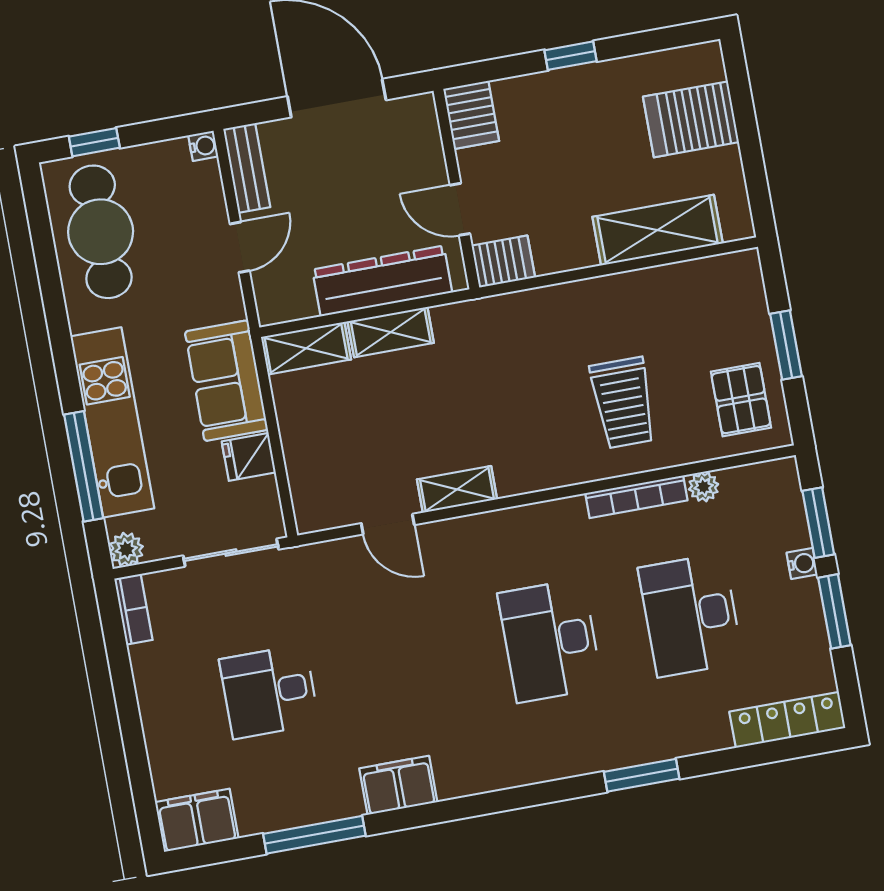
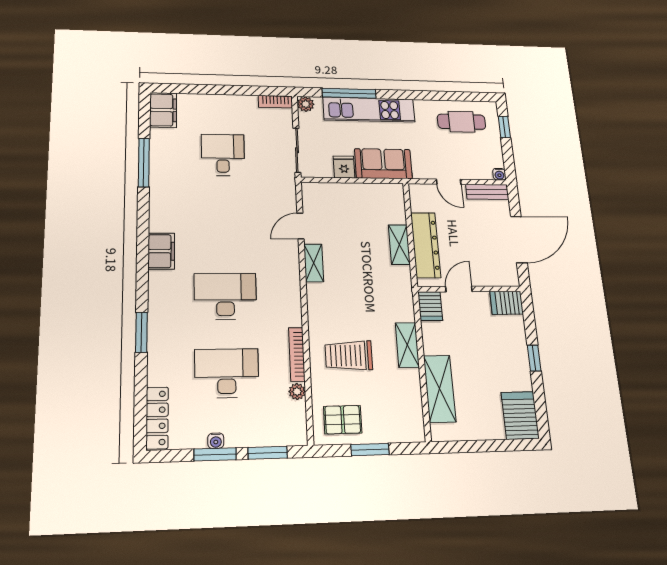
server rack: (691, 119) -> (520, 415), moved
cafe table: (101, 232) -> (462, 122), width x0.73, depth x0.74
shelving: (306, 348) -> (407, 345), moved
water cooler: (802, 564) -> (216, 441), moved
filing cabinet: (398, 785) -> (161, 251), moved

